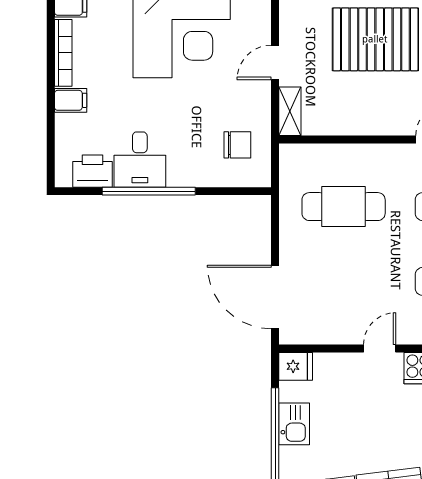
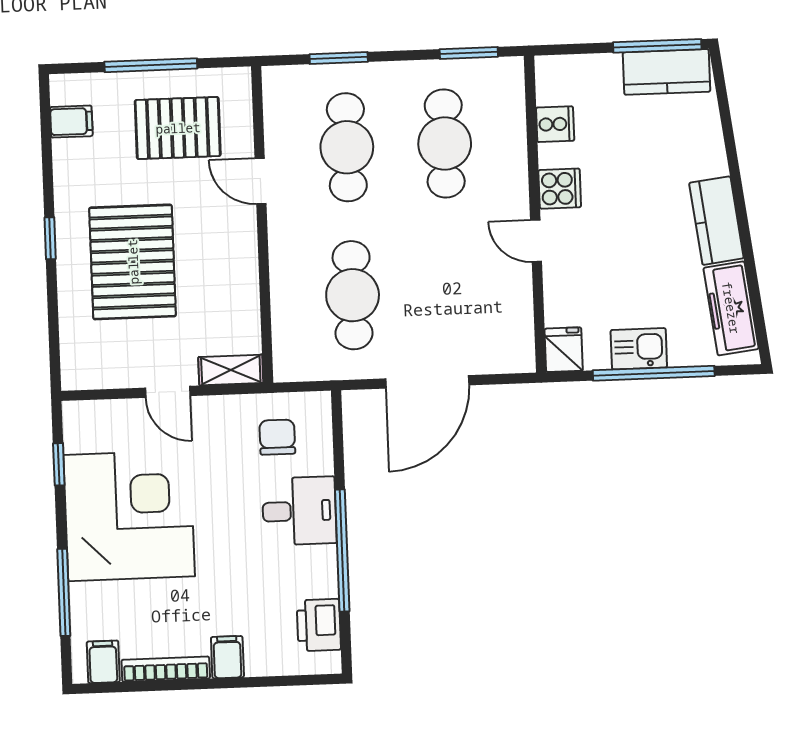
desk: (140, 160) -> (299, 511), moved
door: (275, 297) -> (427, 382), moved

